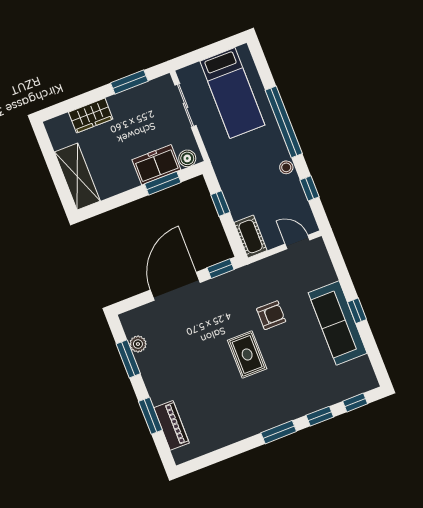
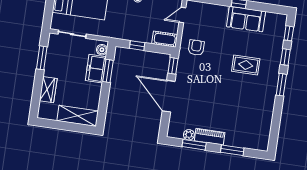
armchair: (271, 315) -> (196, 48), moved
sofa: (338, 323) -> (246, 19), width x0.73
rug: (247, 354) -> (246, 65), moved
piano: (171, 425) -> (210, 137), moved

